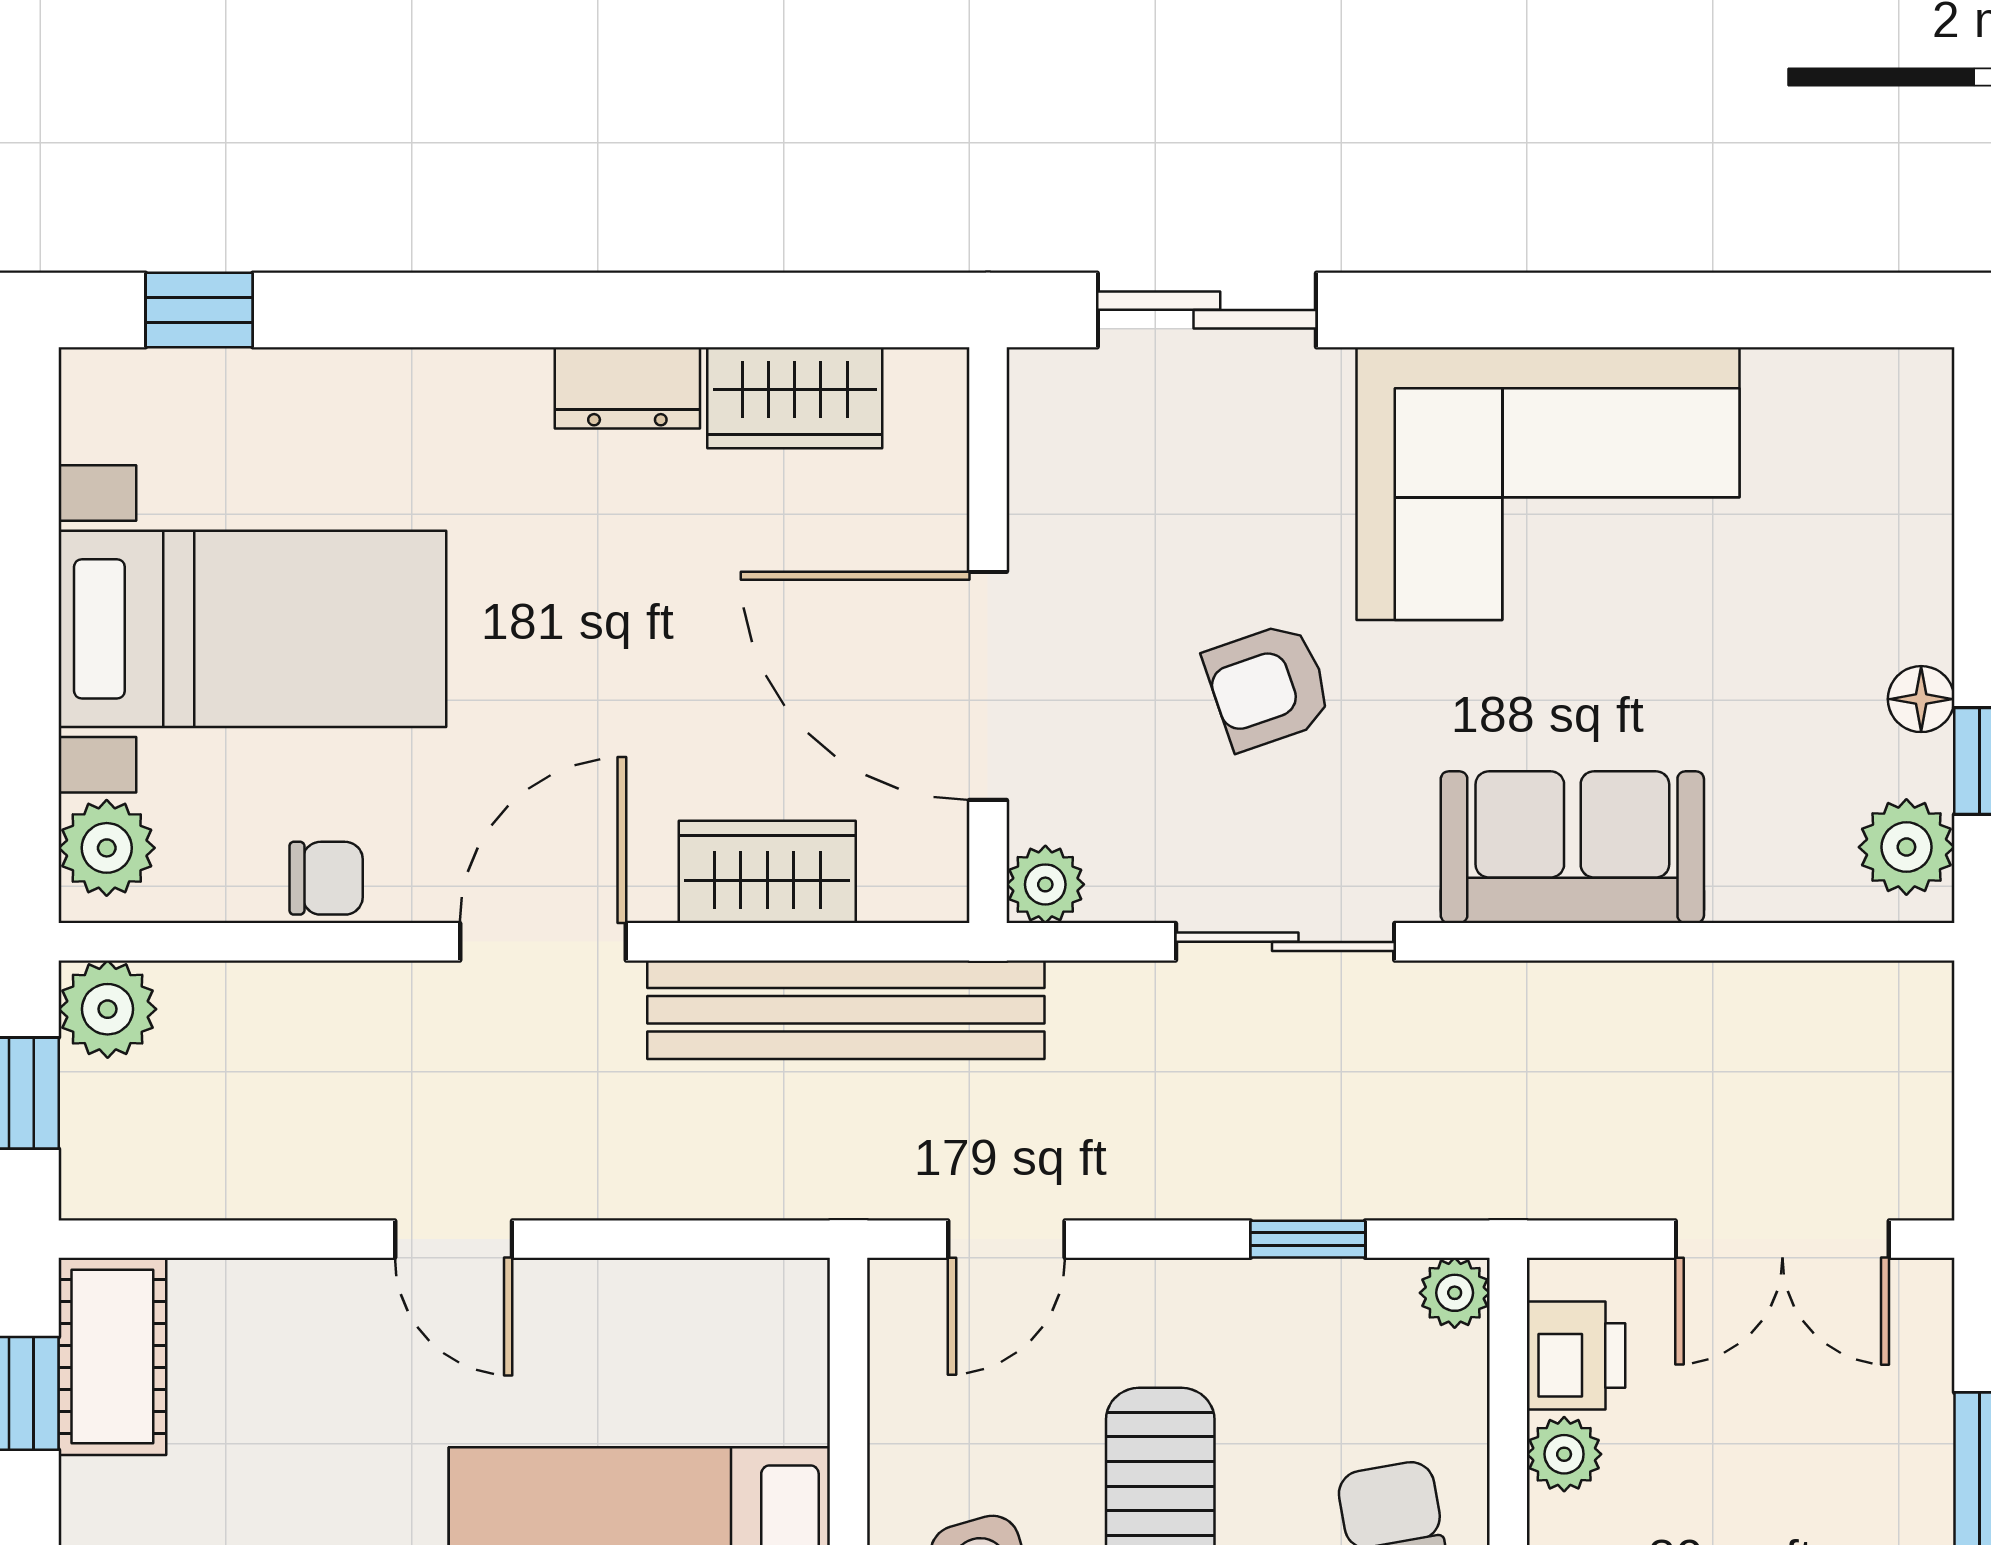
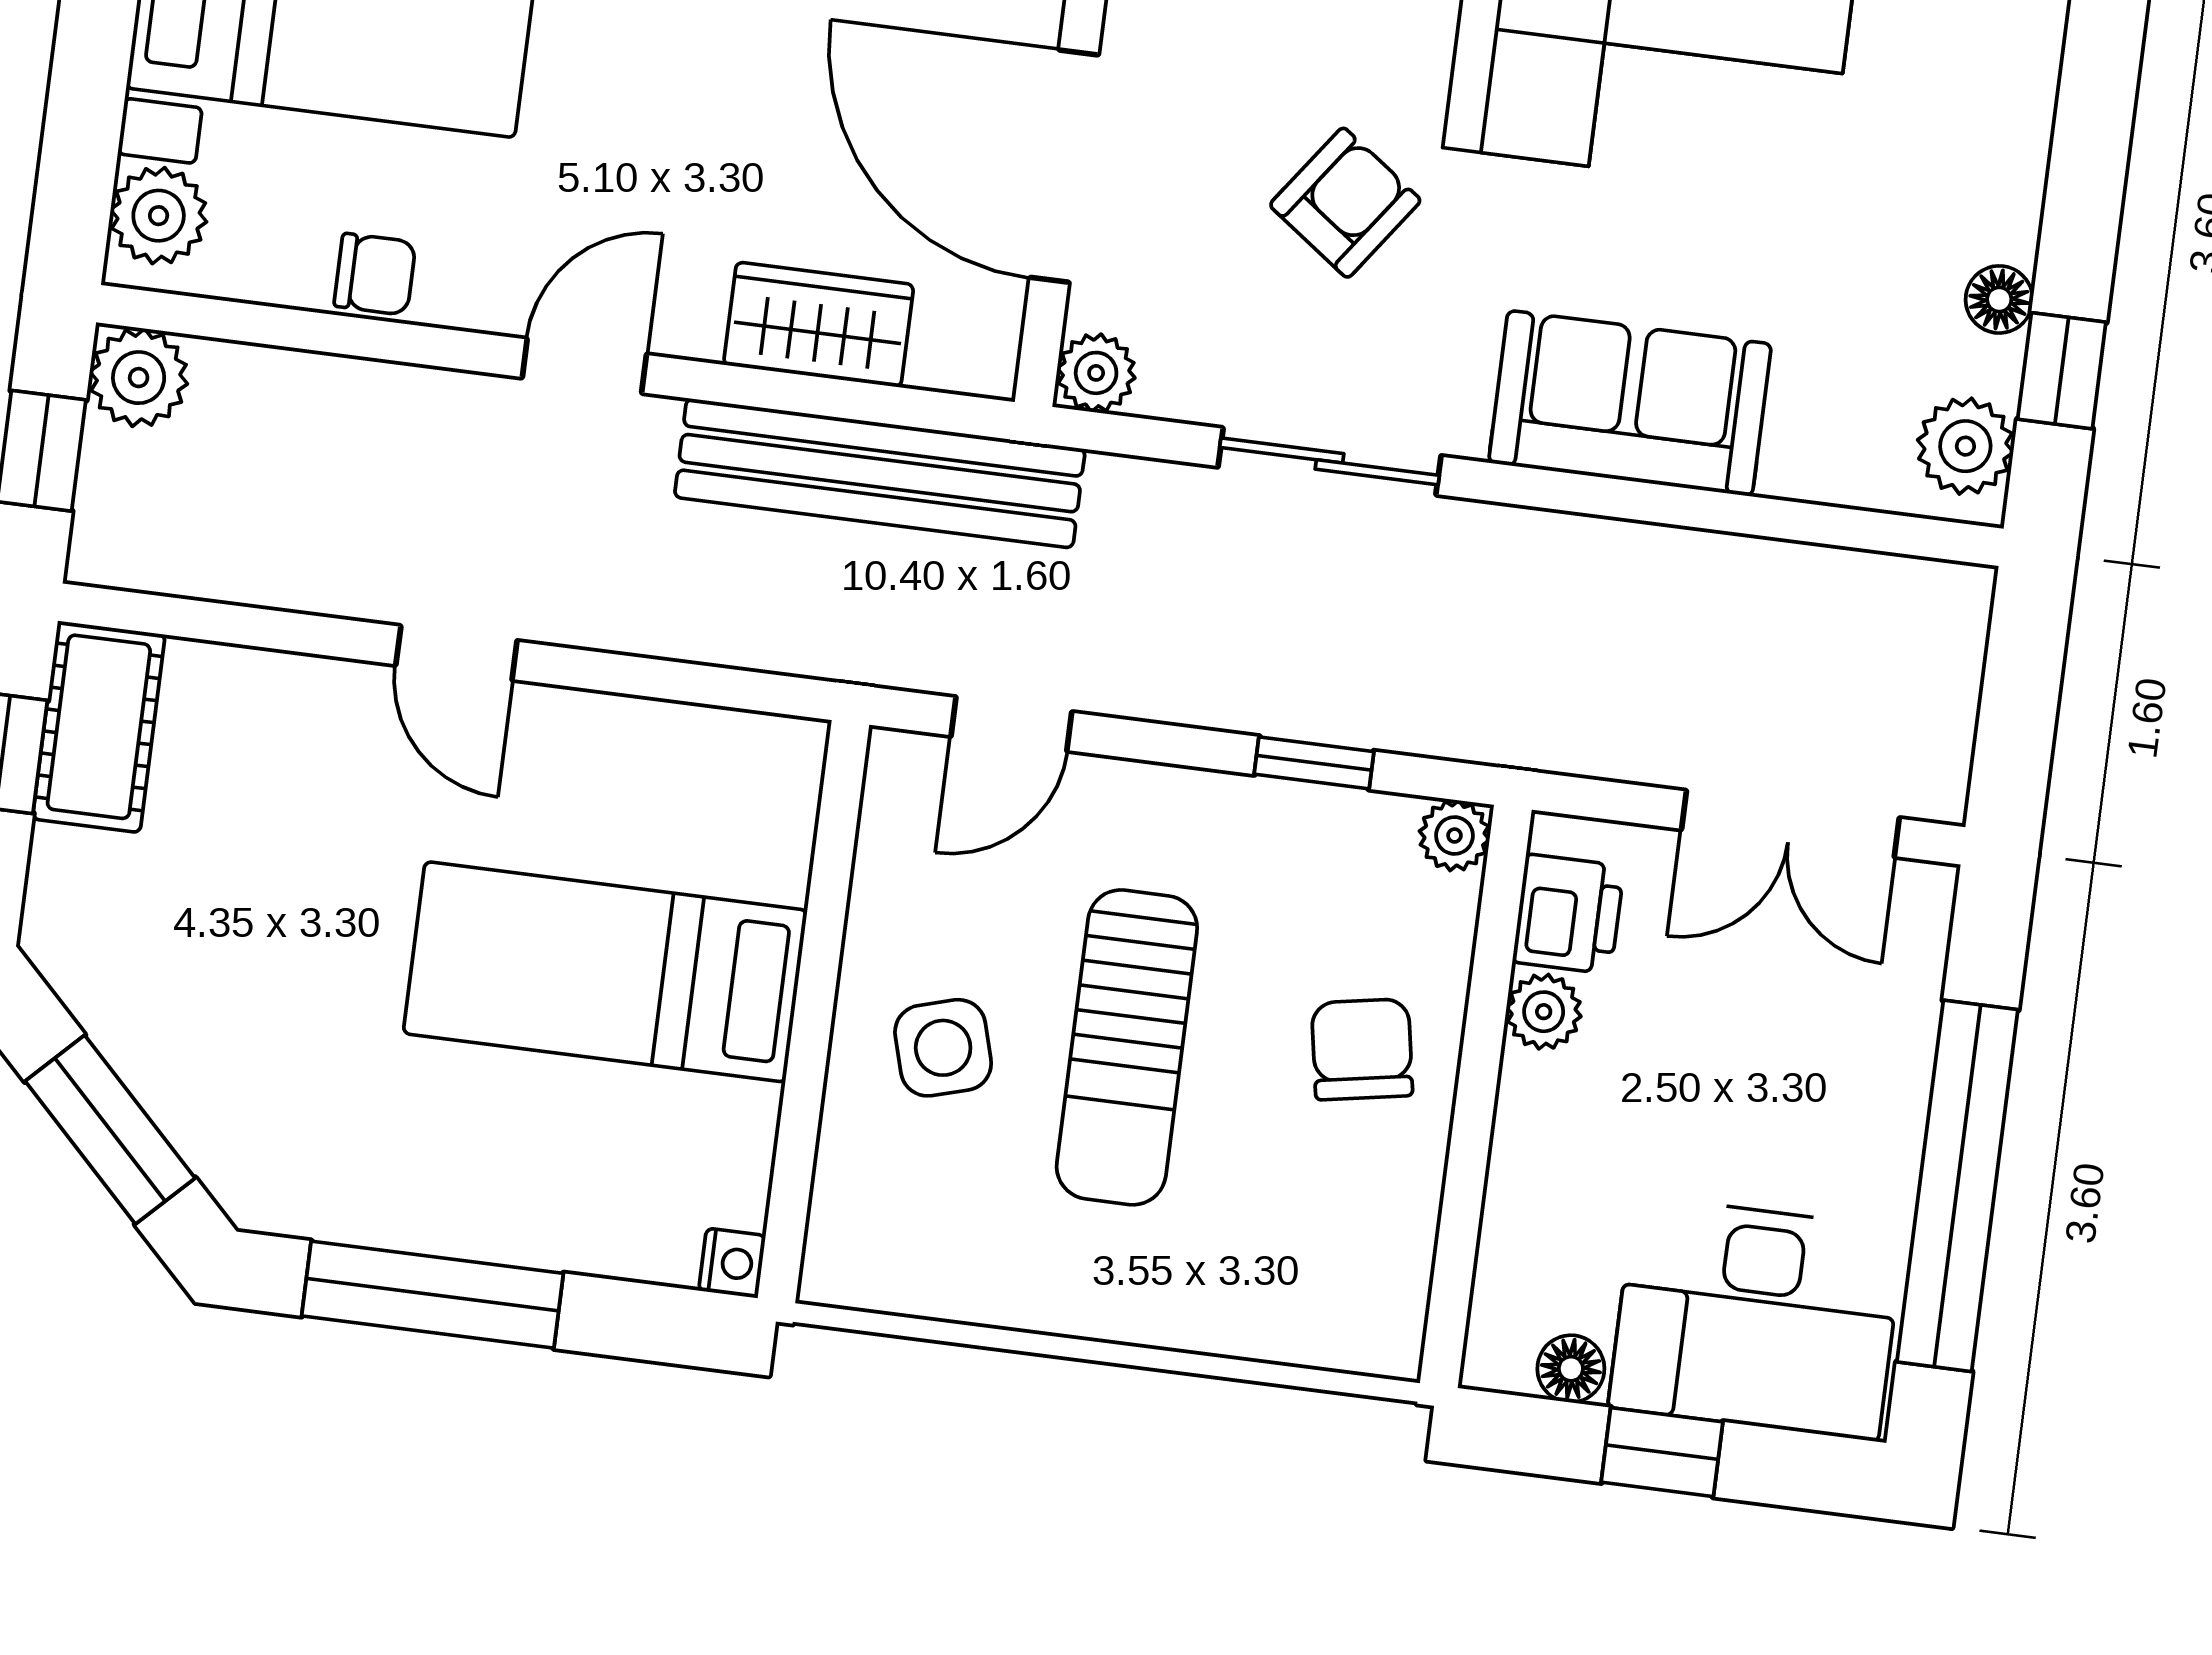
armchair: (1268, 686) -> (1345, 203), turned 145
door: (543, 942) -> (584, 366), width x0.73

